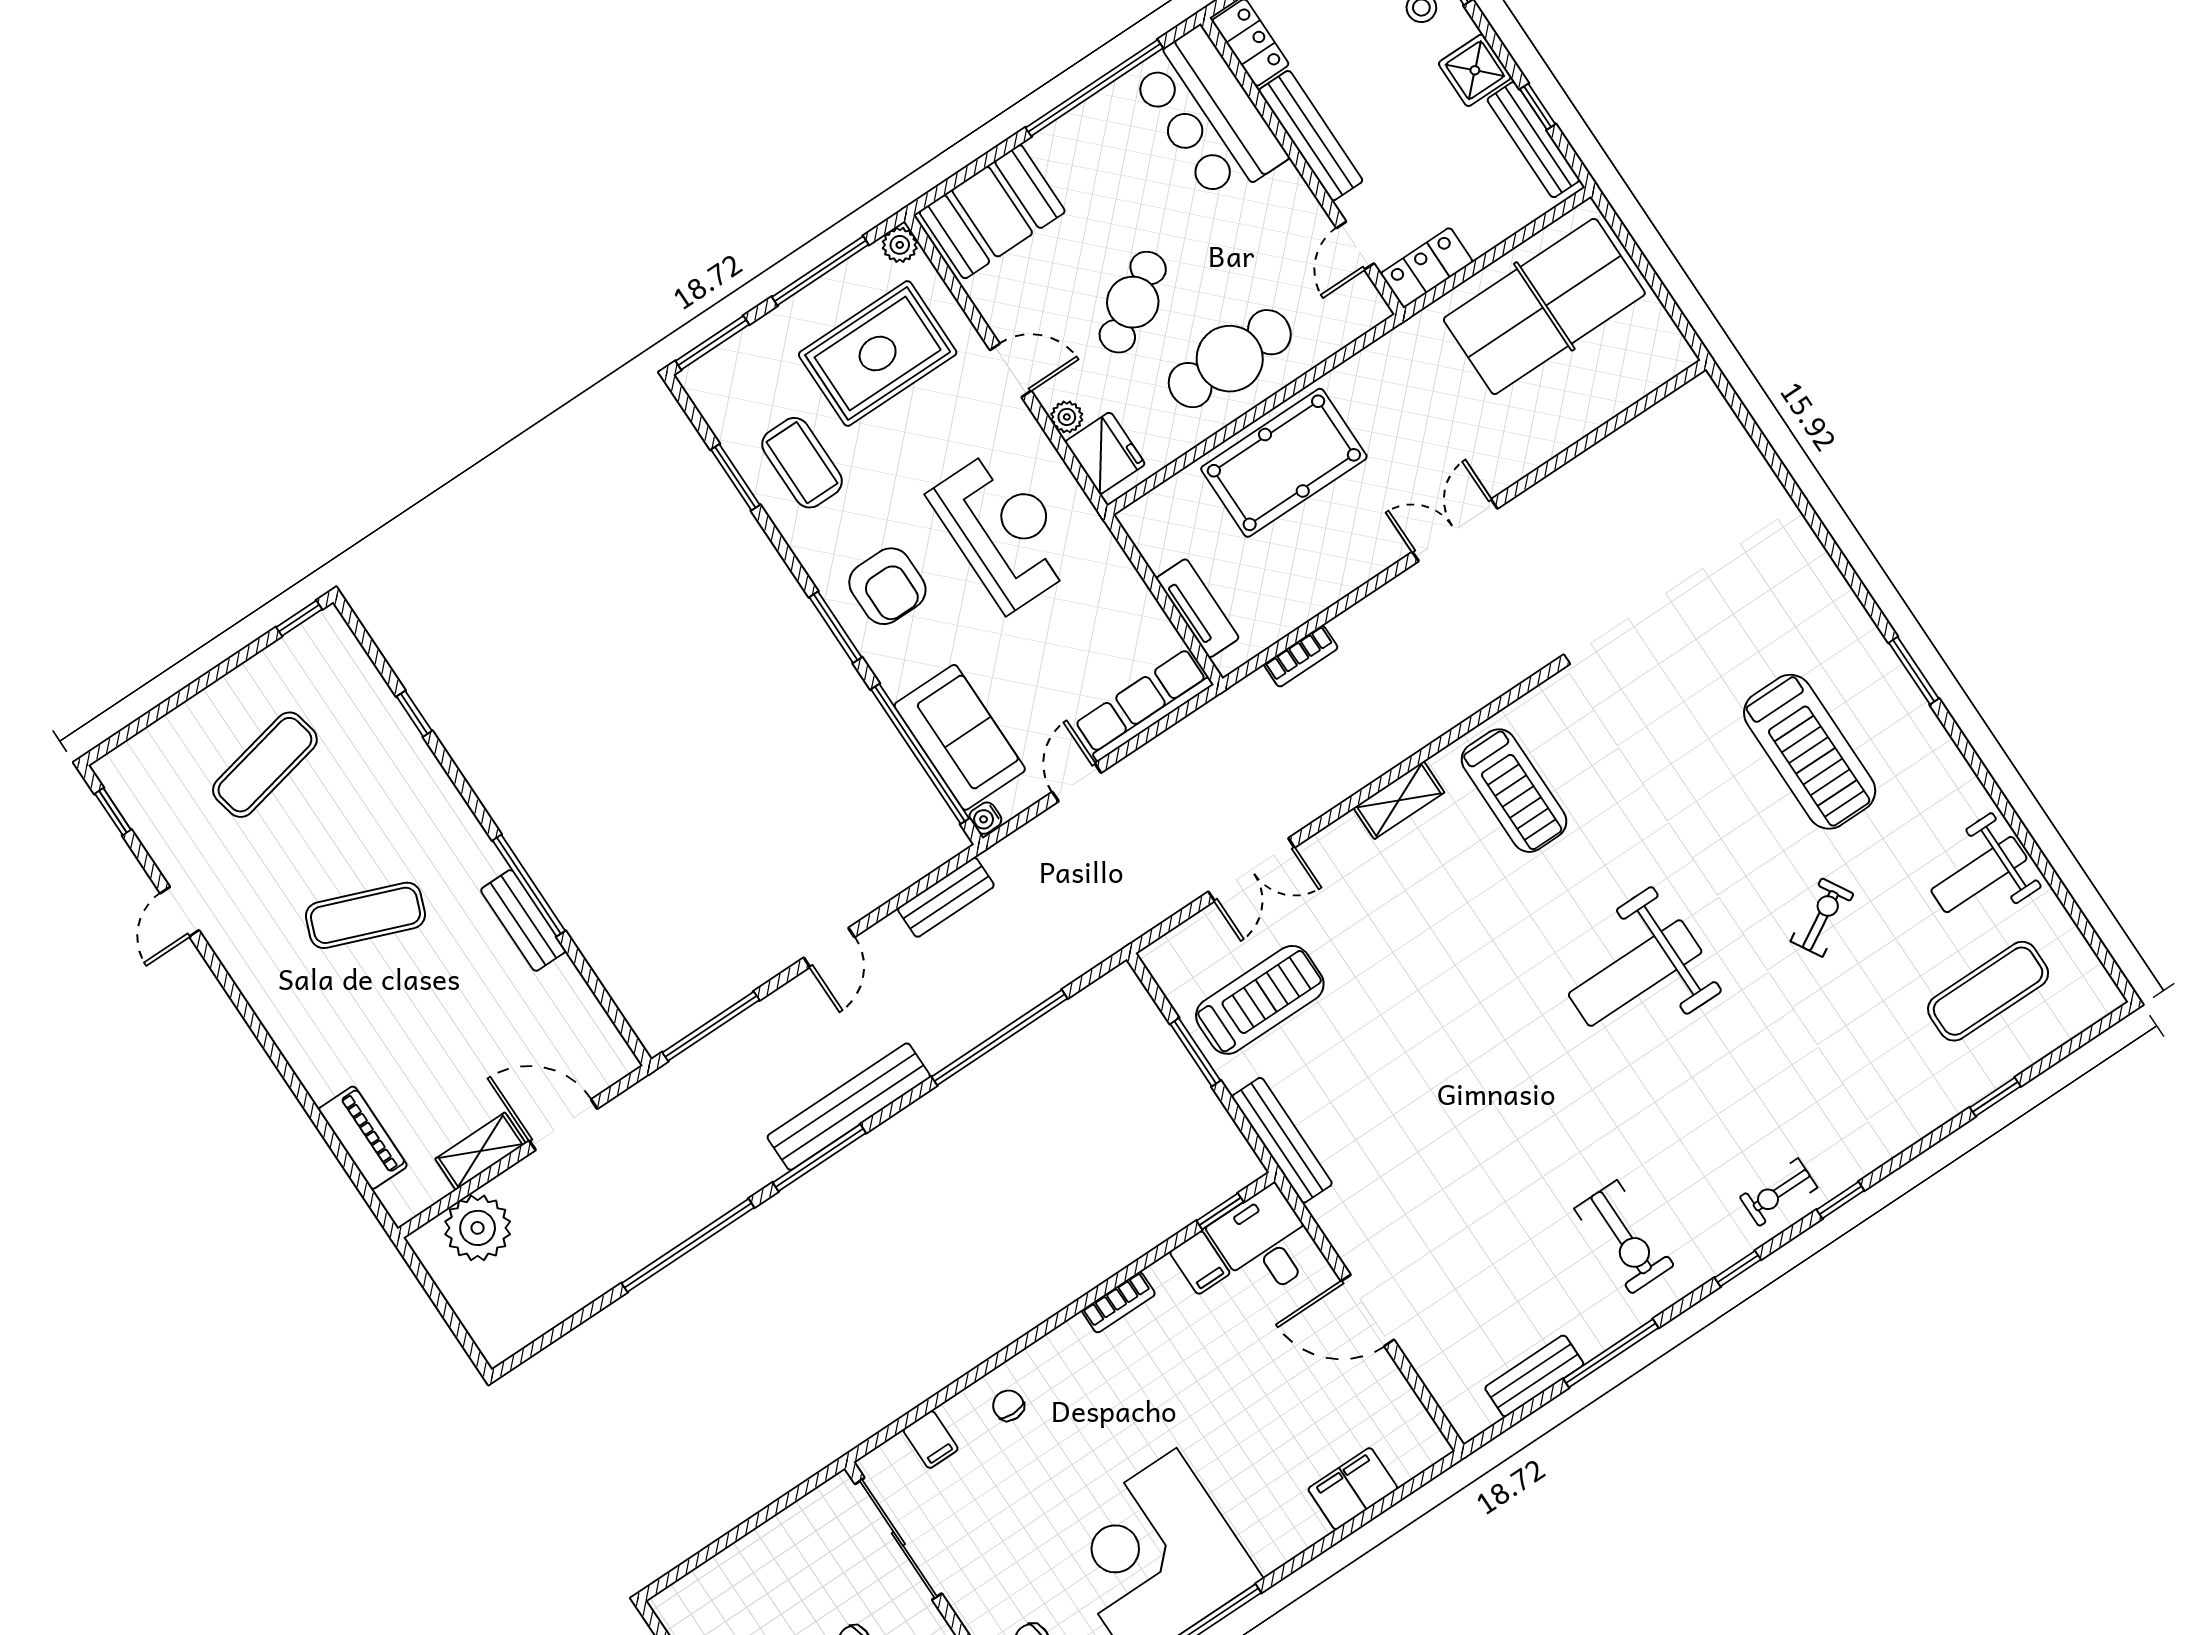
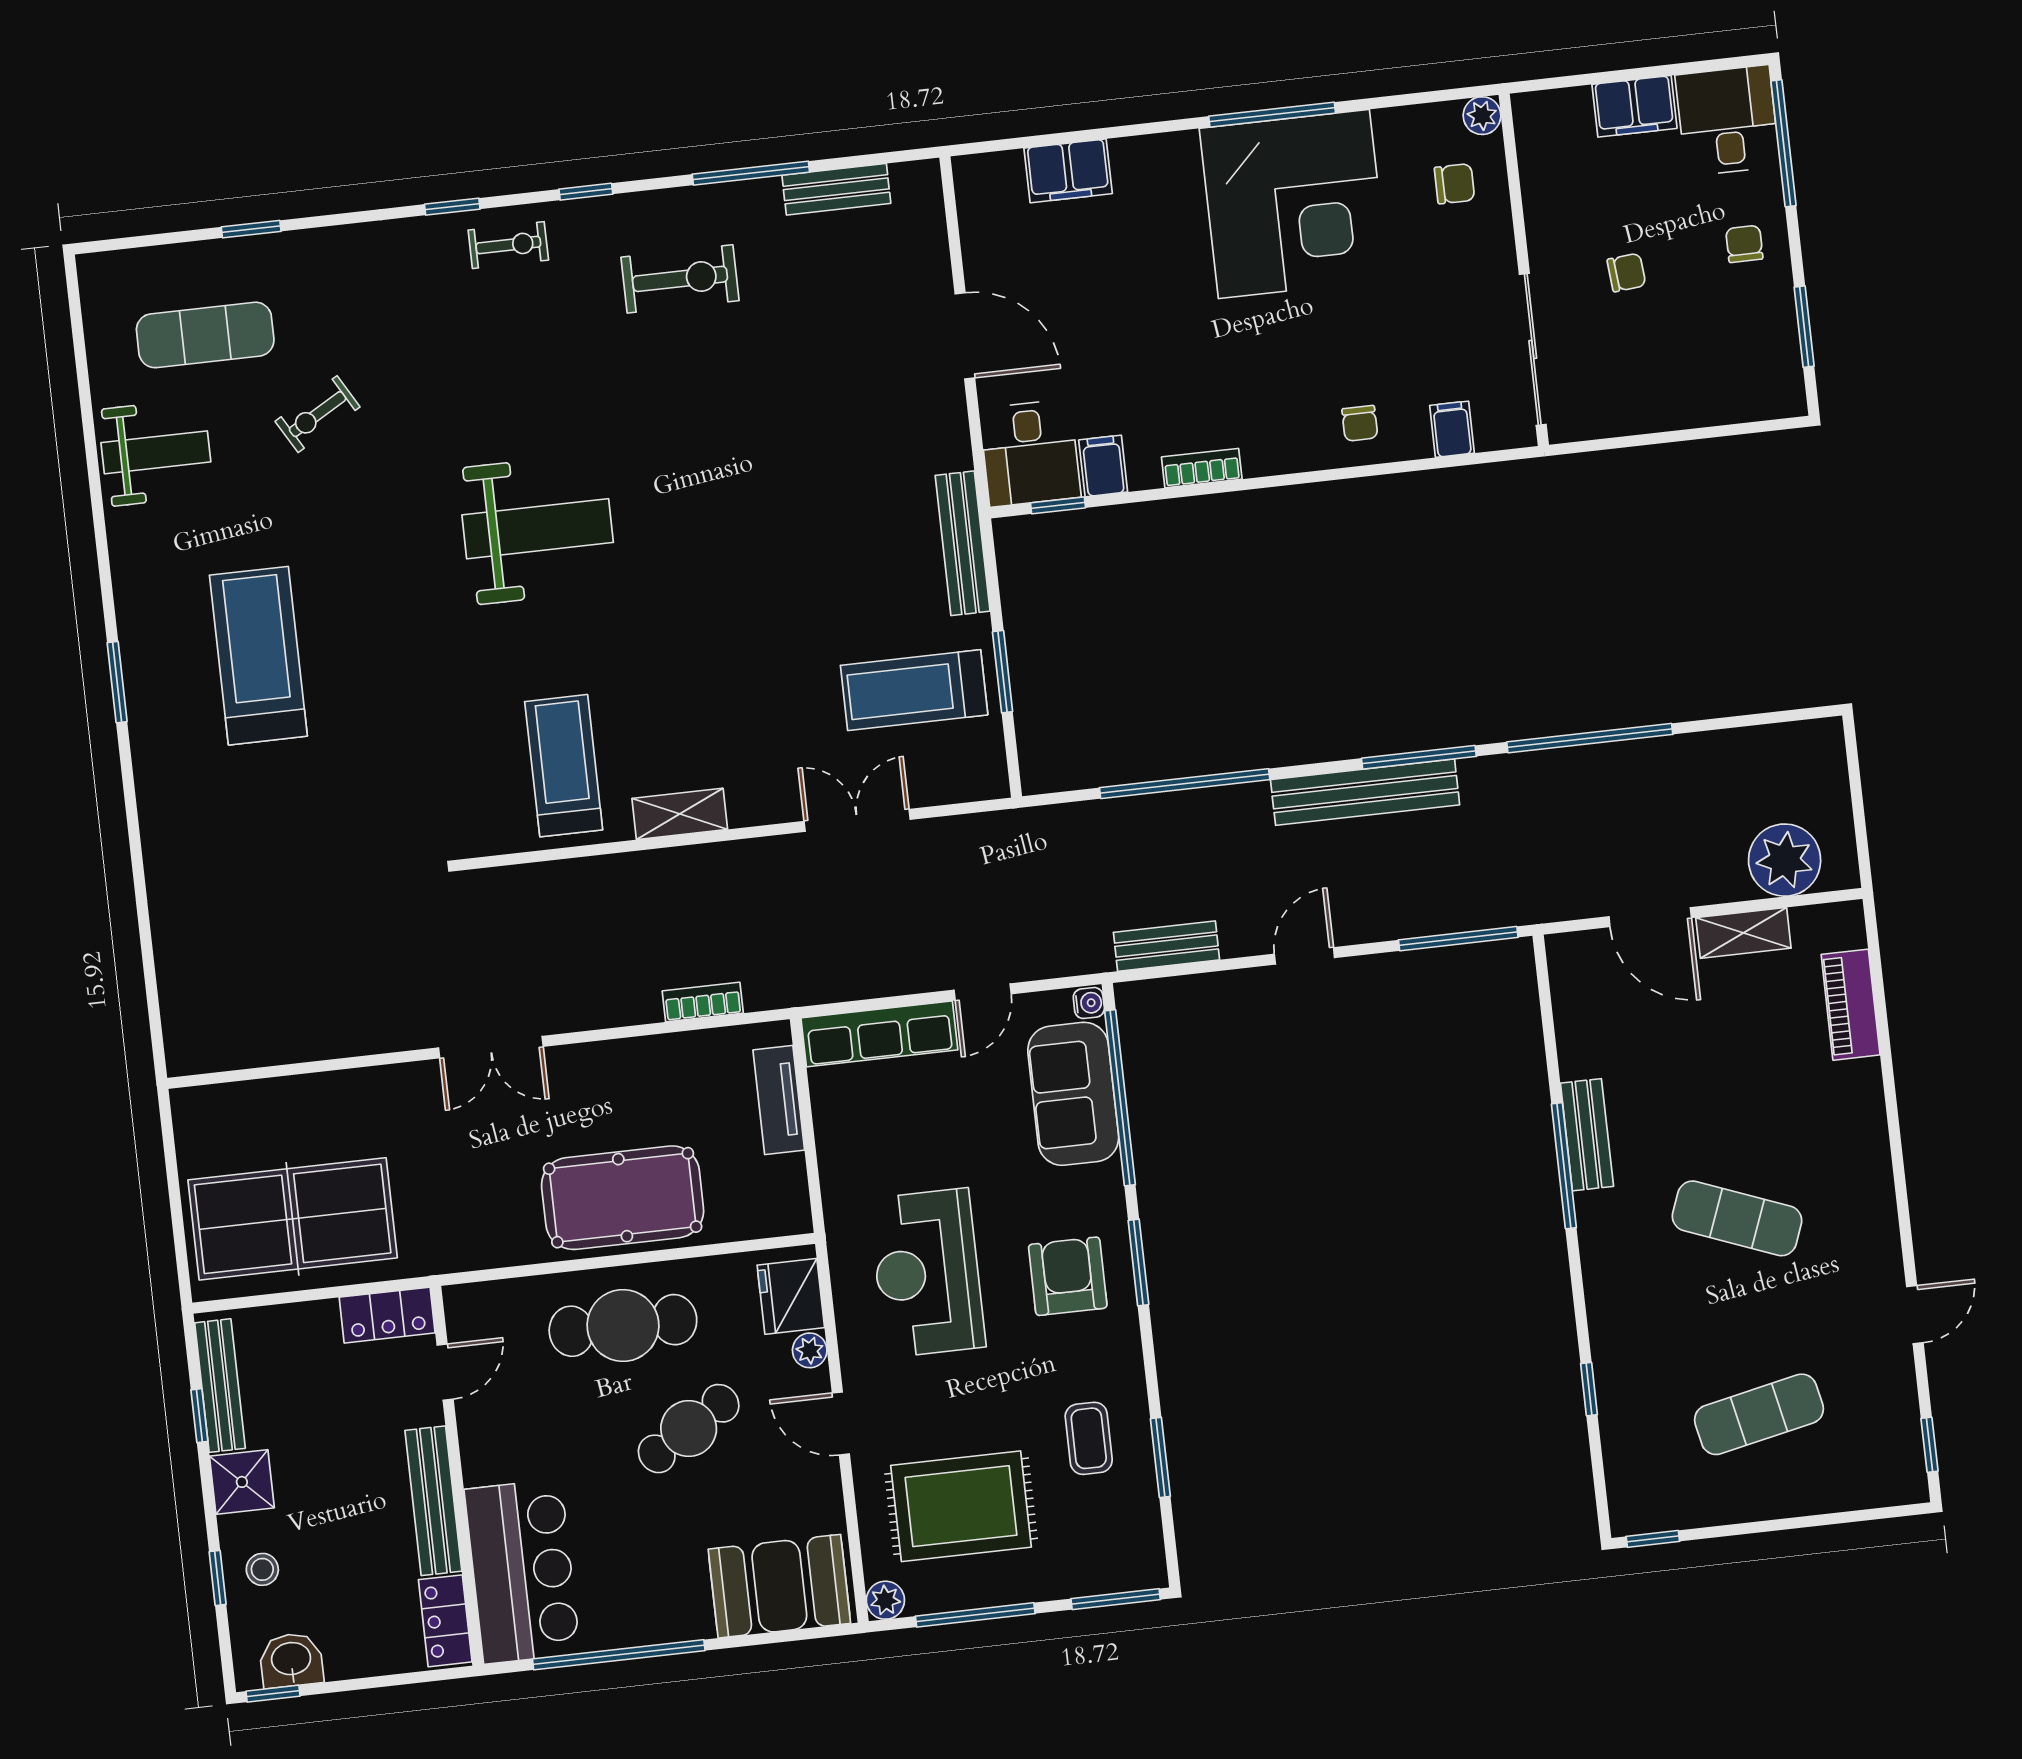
coffee table: (802, 463) -> (1089, 1438), width x0.73, depth x0.77
exercise bike: (1822, 917) -> (318, 414), moved
exercise bike: (1624, 1237) -> (680, 279), turned 90

